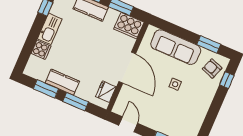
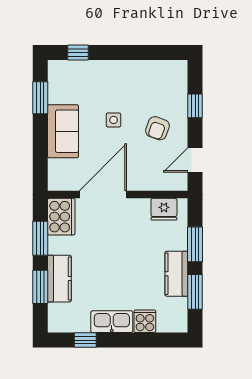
sofa: (176, 47) -> (63, 131), width x0.73
door: (127, 68) -> (103, 194), moved
armchair: (212, 68) -> (157, 128), moved

